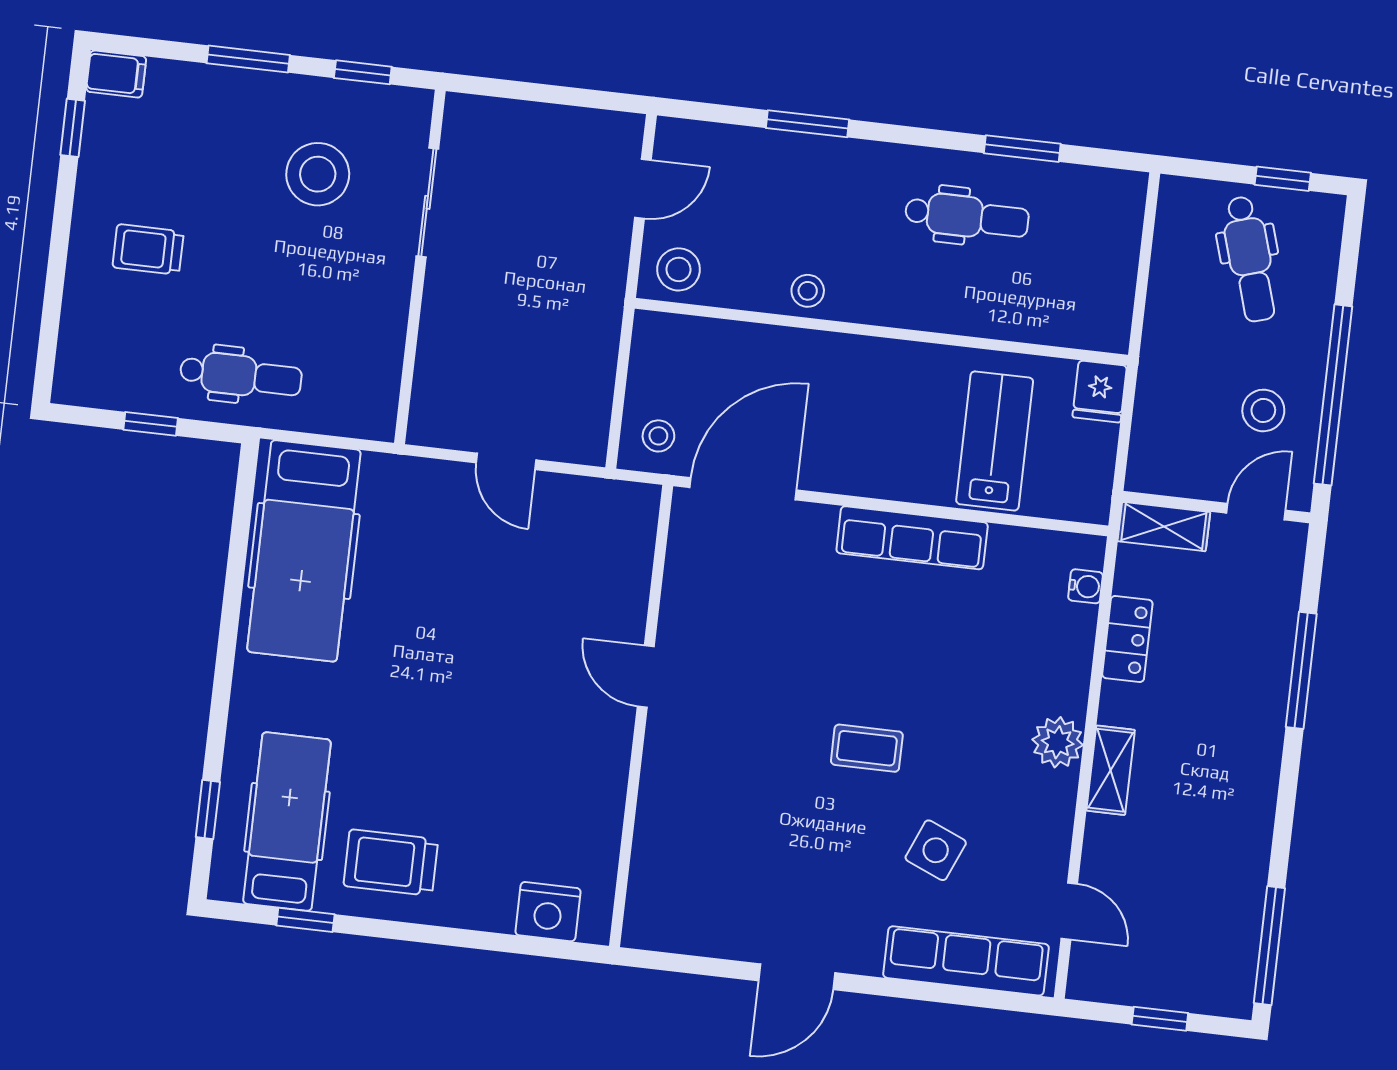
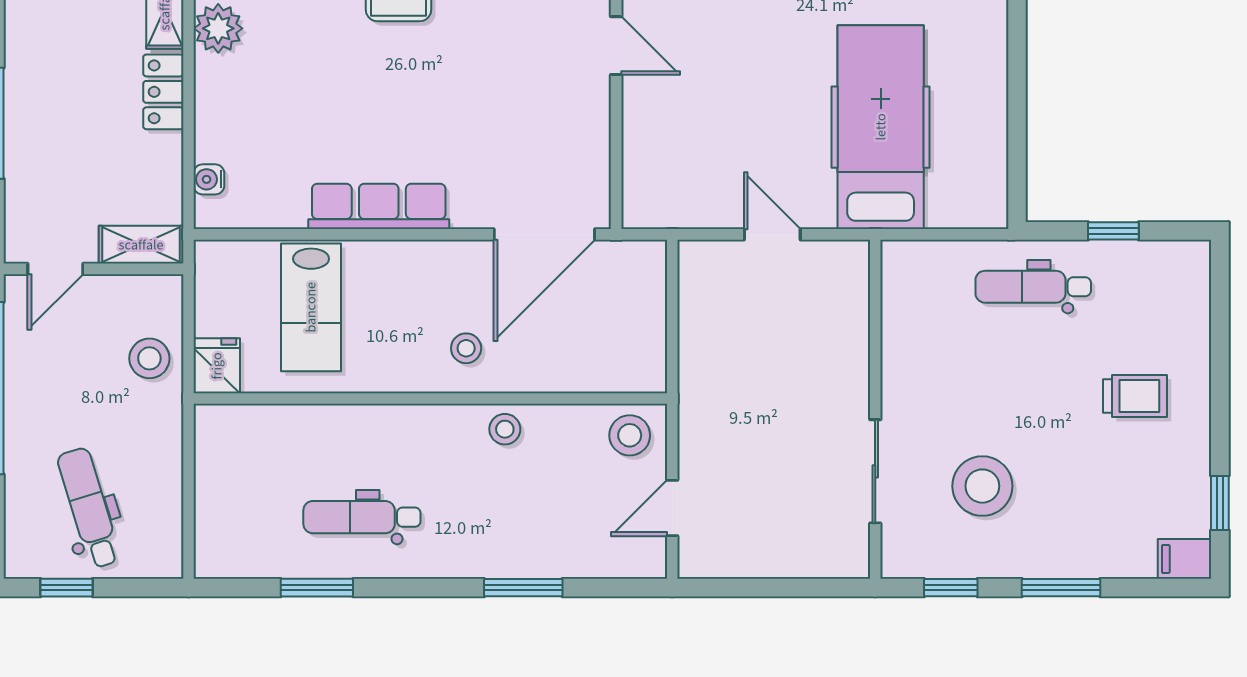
stool: (1263, 410) -> (149, 358), moved
stool: (658, 436) -> (466, 348), moved
hospital bed: (304, 551) -> (881, 127), moved
locker: (1127, 639) -> (163, 92), moved

